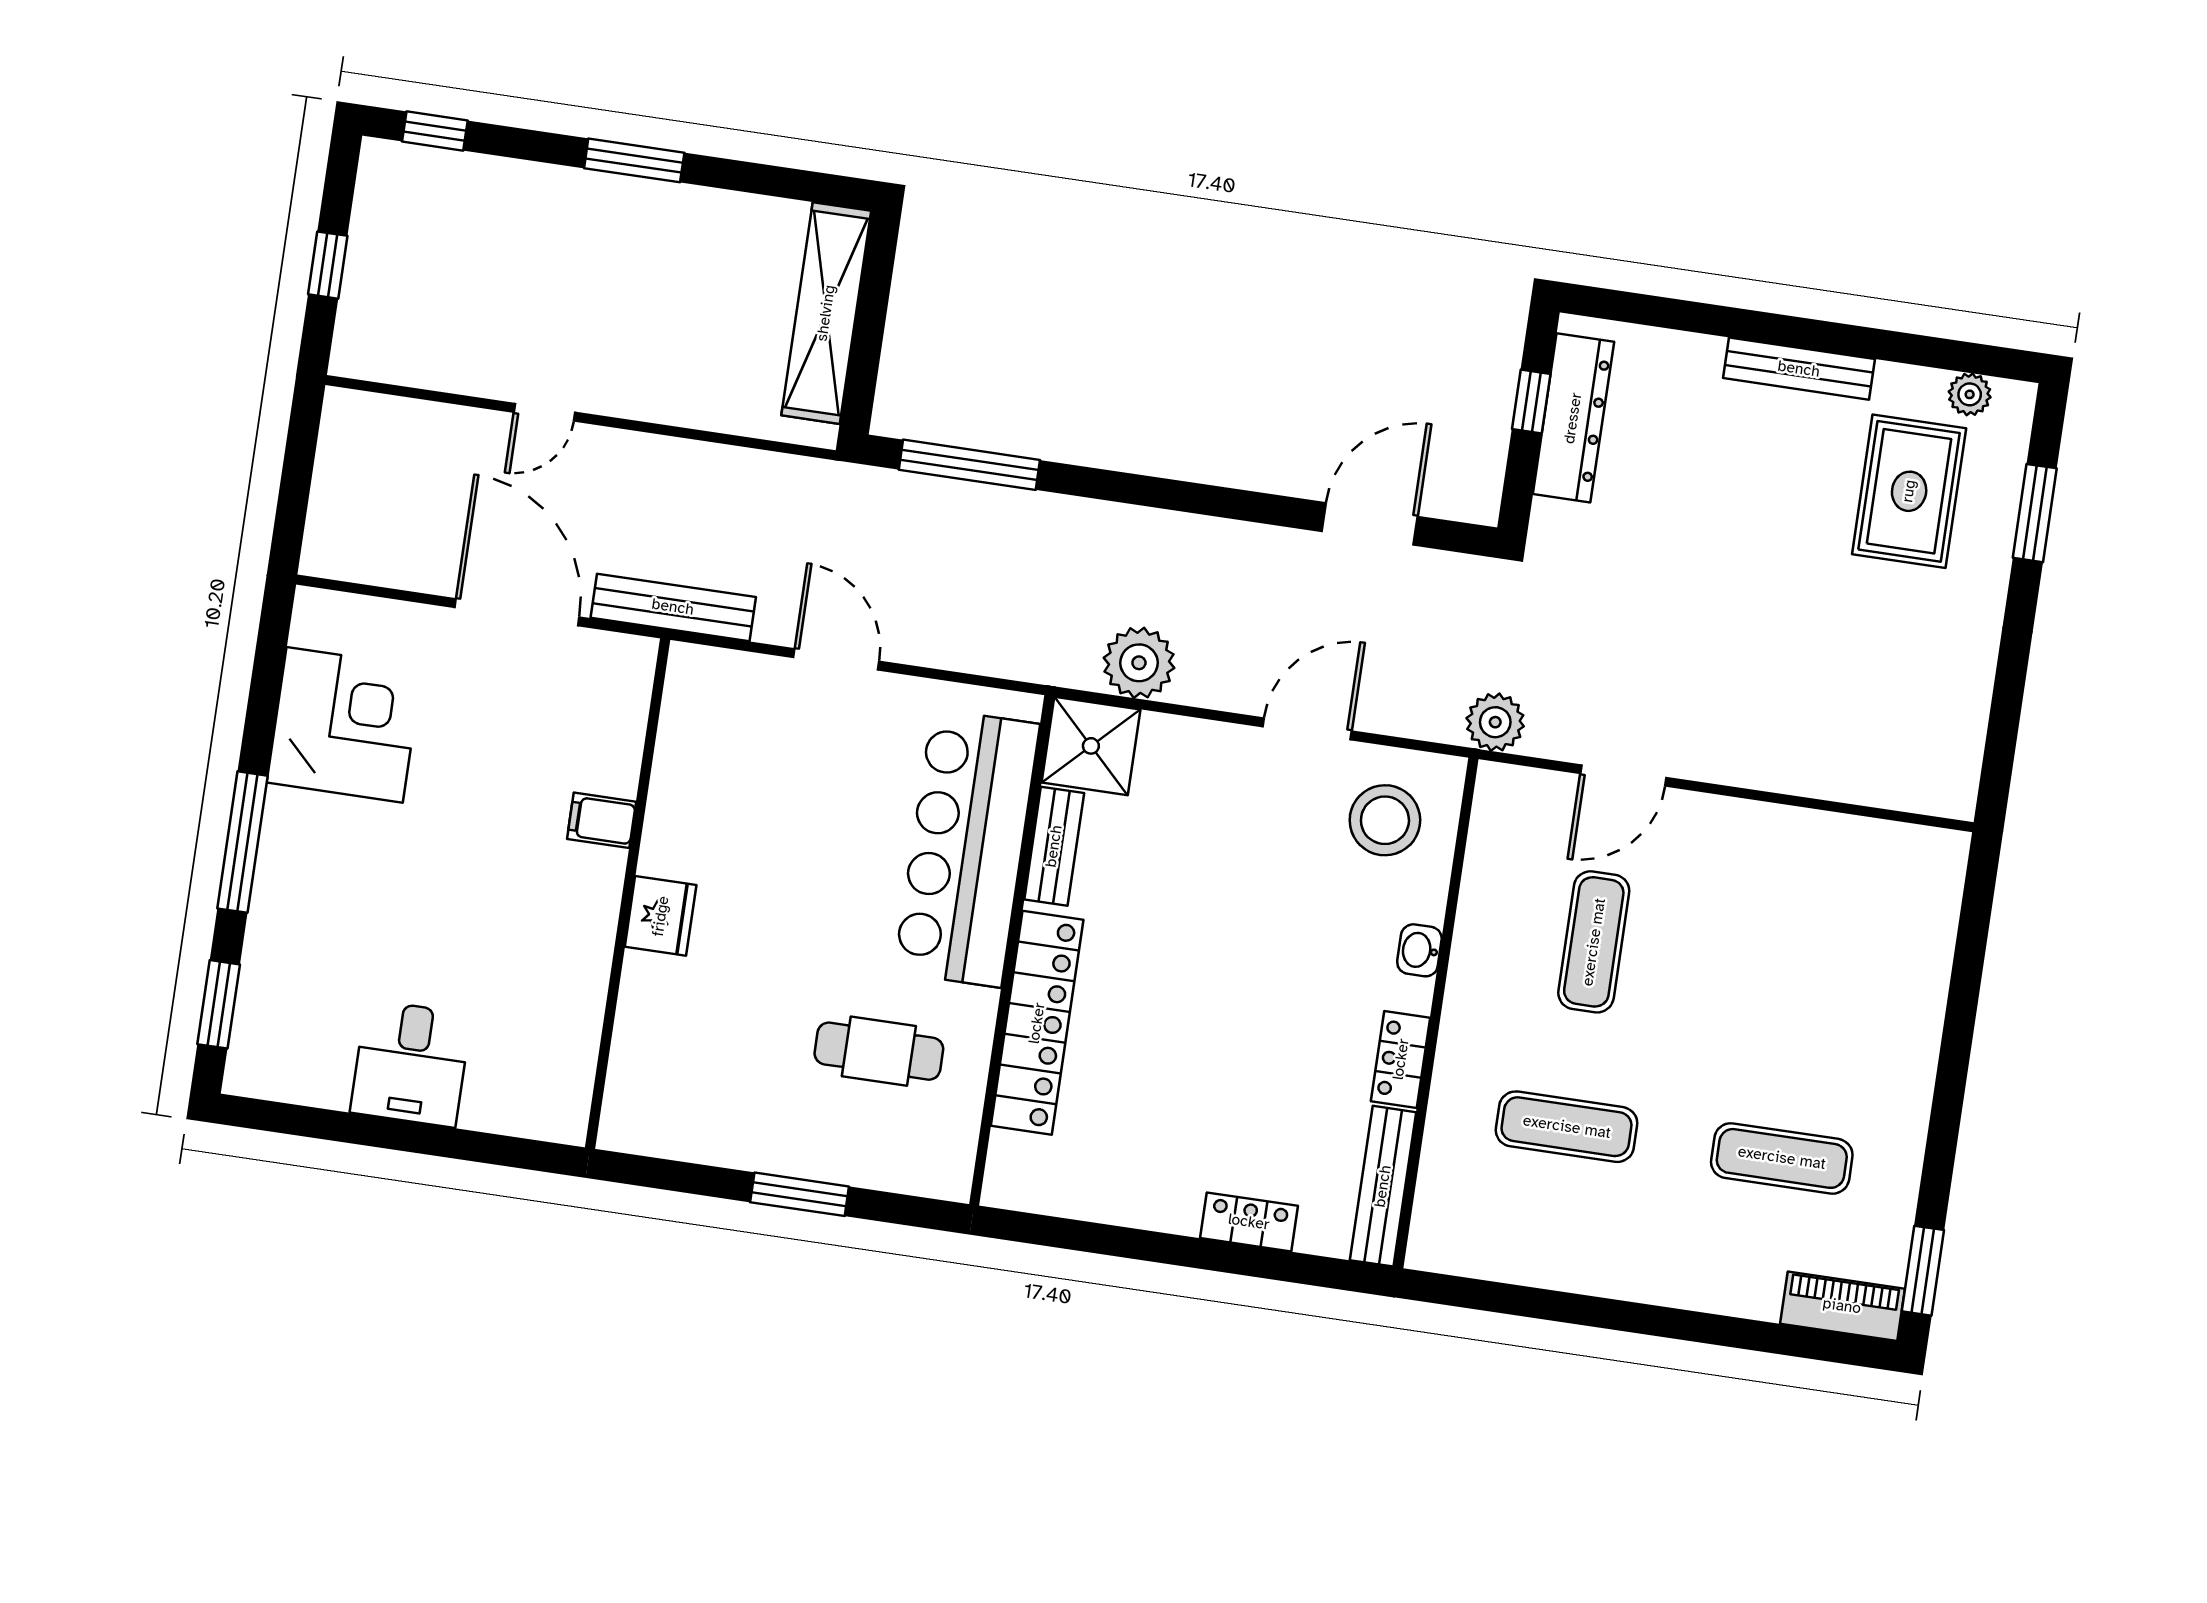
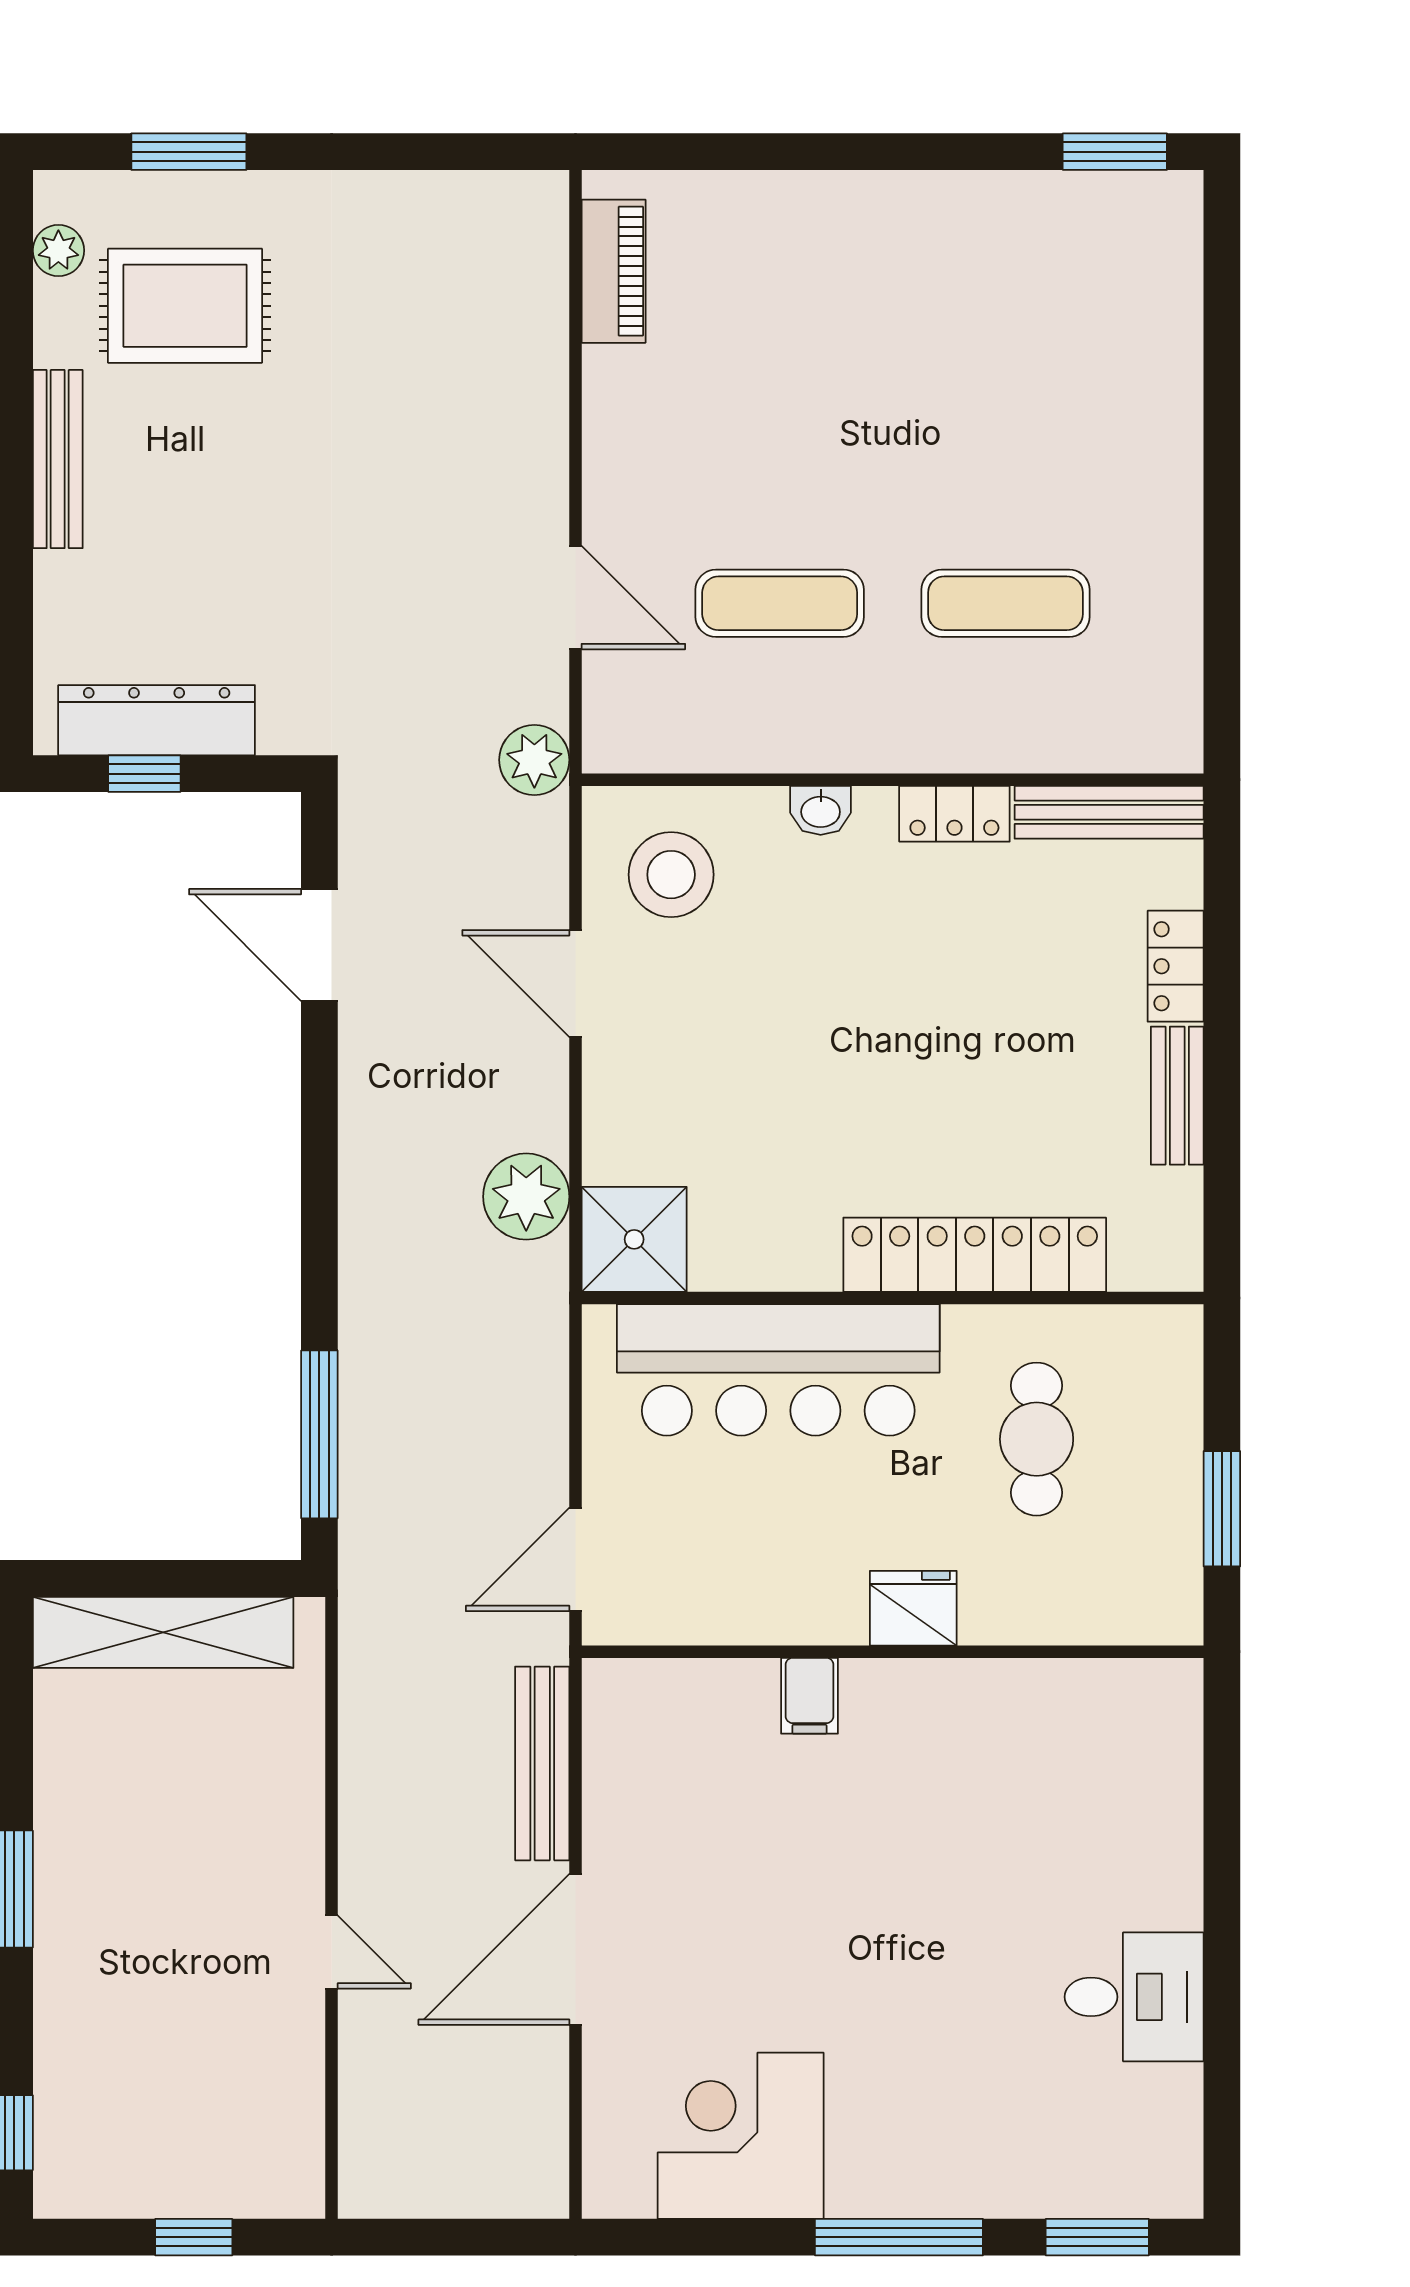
filing cabinet: (602, 820) -> (810, 1696), moved
bench: (1054, 846) -> (1177, 1096), moved, turned 90
wall: (628, 894) -> (893, 1652), moved
fridge: (661, 916) -> (913, 1608), moved
exercise mat: (1567, 1127) -> (1006, 603), turned 90
exercise mat: (1782, 1158) -> (1006, 340), removed
piano: (1842, 1306) -> (614, 271), moved, turned 180

